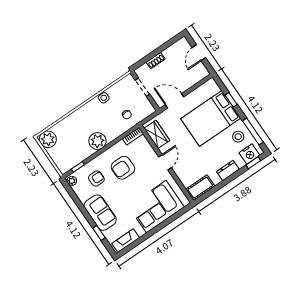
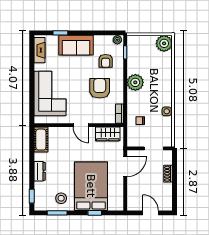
window: (253, 132) -> (57, 213), width x0.69
nightstand: (249, 154) -> (41, 198), removed

